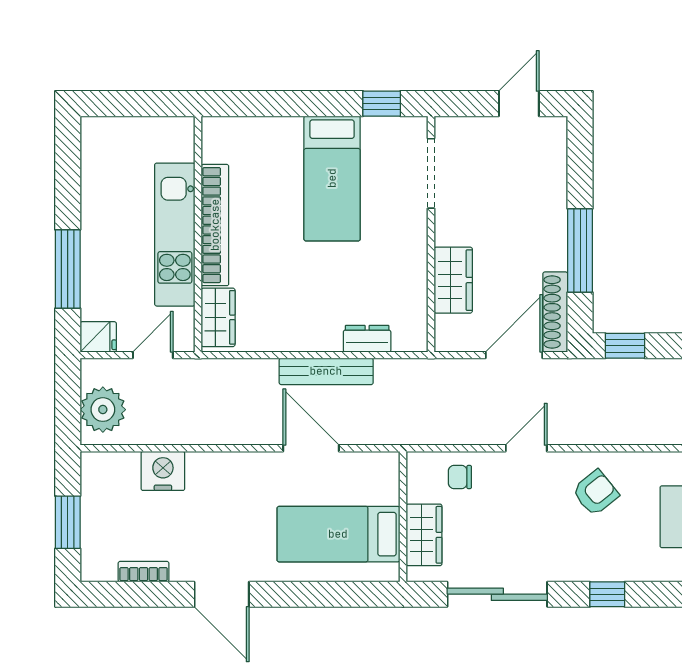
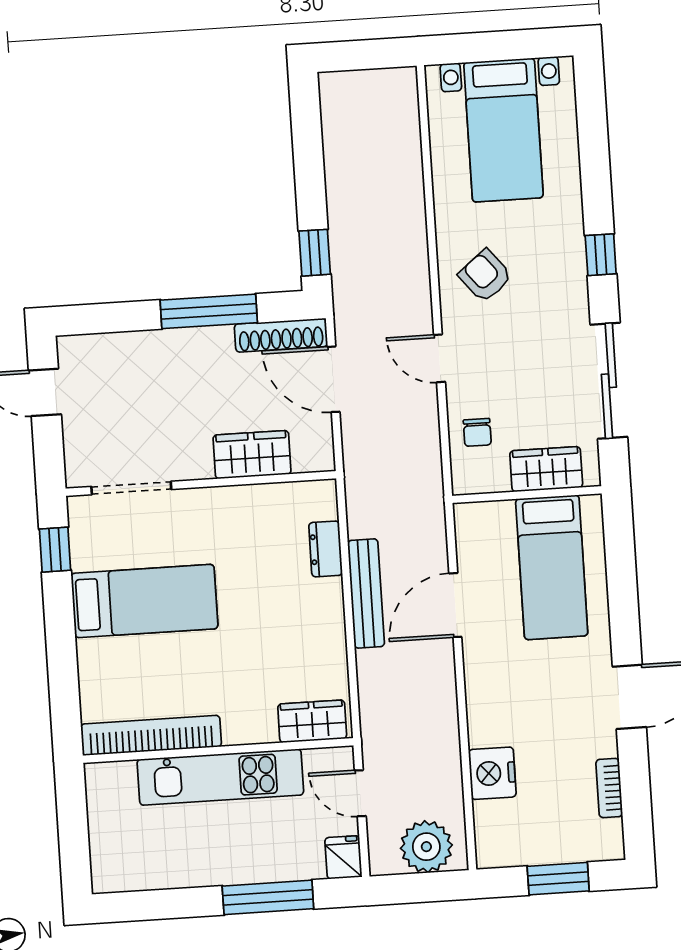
bookcase: (215, 225) -> (151, 735), moved

